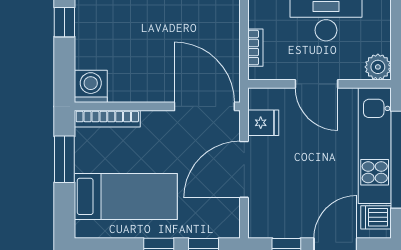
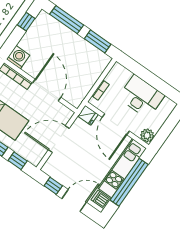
door: (317, 84) -> (116, 124), width x1.36
door: (204, 106) -> (47, 90), moved
fridge: (263, 123) -> (88, 115), moved

